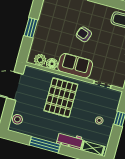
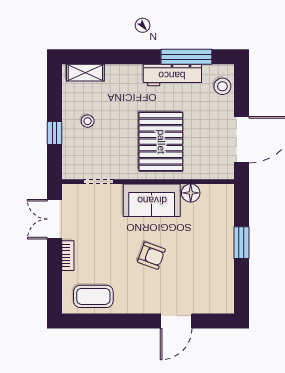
plant: (40, 60) -> (212, 194), removed
workbench: (70, 140) -> (172, 75), moved, width x1.38
window: (45, 145) -> (186, 57), moved

